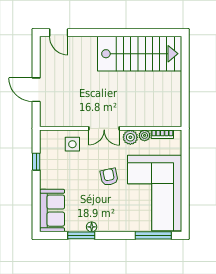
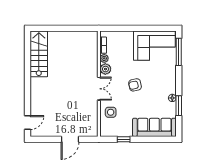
stairs: (140, 54) -> (39, 54), width x0.73, depth x0.66
corner sofa: (155, 193) -> (154, 46), width x0.73, depth x0.74
sofa: (52, 211) -> (154, 127), width x1.36

